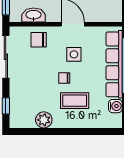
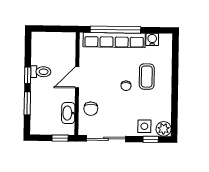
side table: (74, 54) -> (144, 126), moved
plant: (44, 120) -> (164, 129), moved

